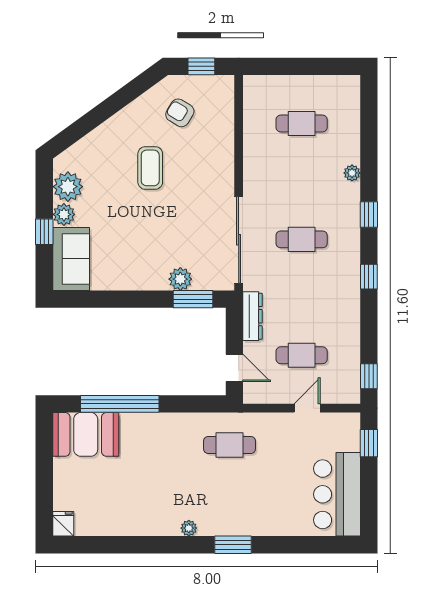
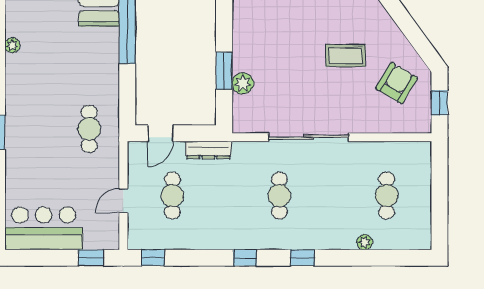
armchair: (180, 113) -> (397, 83), width x1.38, depth x1.38
plant: (352, 173) -> (365, 242), moved
sliding door: (239, 240) -> (309, 137), moved
window: (193, 299) -> (224, 71), moved
door: (307, 408) -> (123, 201), swing flipped
plant: (189, 528) -> (12, 45), moved

